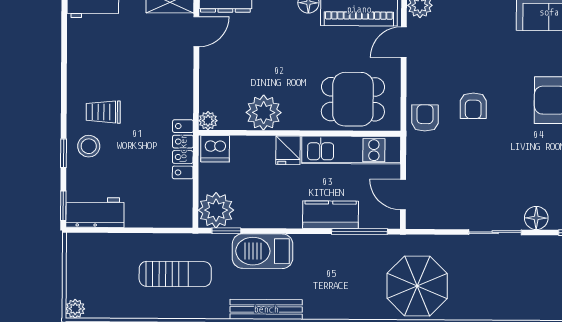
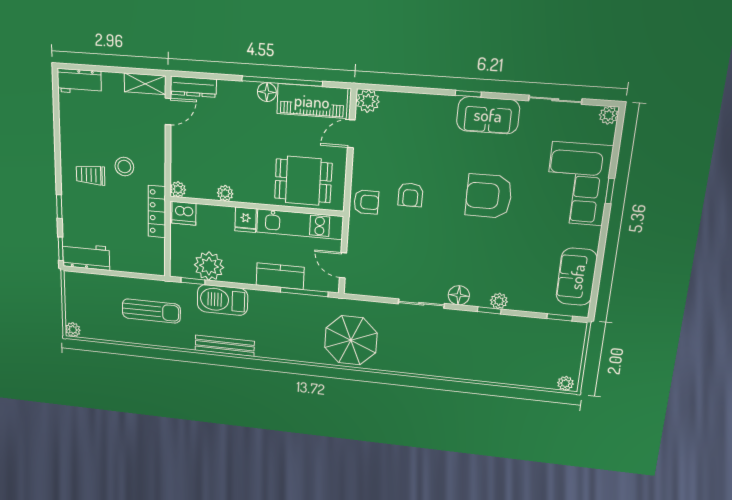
plant: (264, 113) -> (225, 193), width x0.53, depth x0.53
armchair: (425, 118) -> (366, 202), turned 90
stool: (89, 146) -> (124, 167), moved
plant: (216, 210) -> (209, 266), moved

